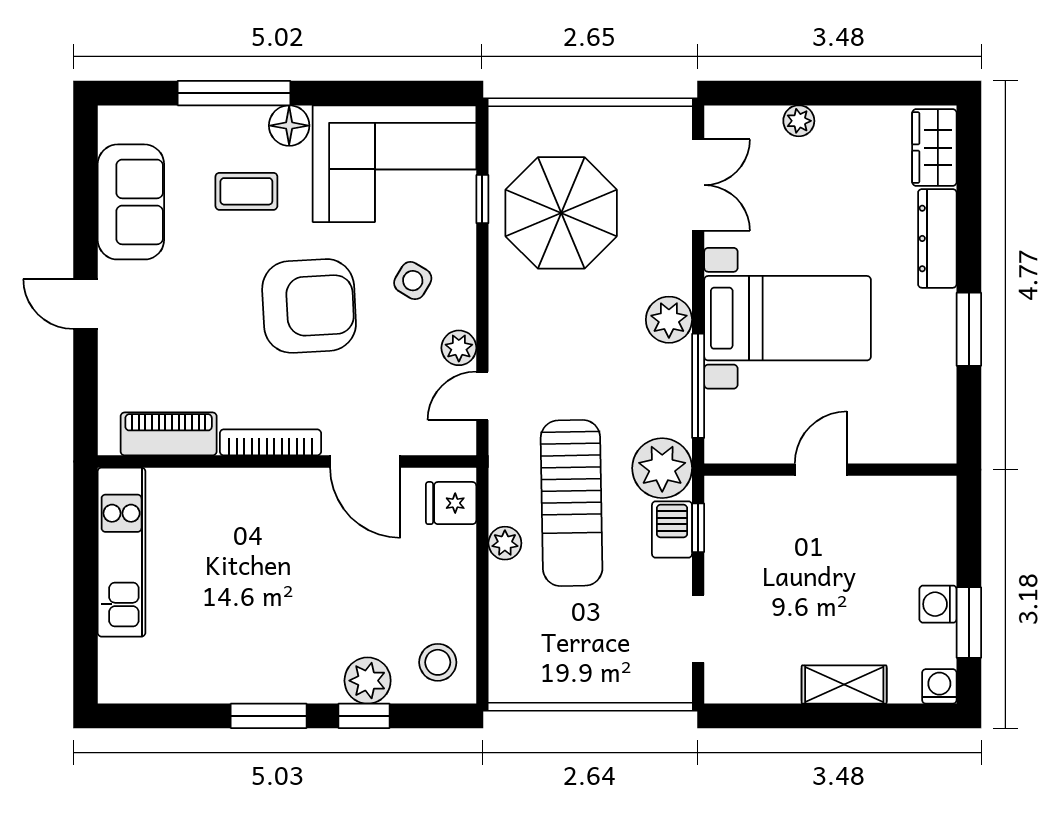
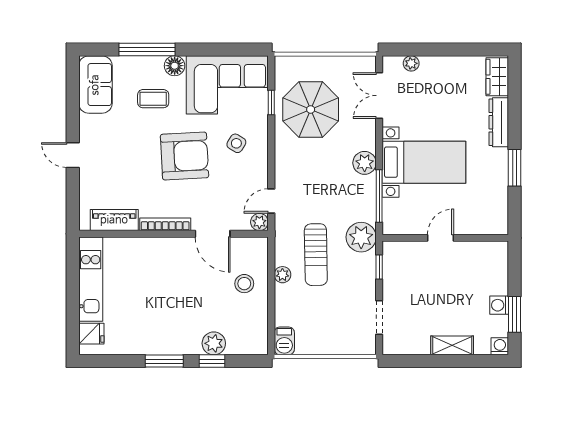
plant: (799, 121) -> (411, 63), moved
double door: (698, 185) -> (379, 96), swing flipped
sofa: (131, 202) -> (95, 85), moved
plant: (459, 348) -> (259, 222), moved
fridge: (451, 503) -> (91, 334), moved, turned 180
sun lounger: (572, 503) -> (316, 255), width x0.73, depth x0.75
barbecue: (672, 530) -> (284, 341), moved, turned 180
stool: (438, 662) -> (244, 284), moved

